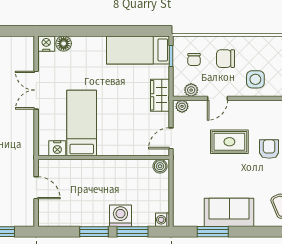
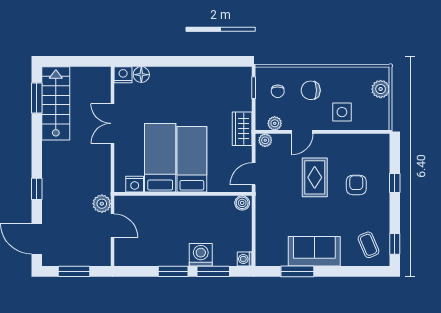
bed: (138, 50) -> (192, 159), moved, turned 90
rug: (229, 142) -> (315, 177), turned 90
plant: (26, 167) -> (102, 204), added

